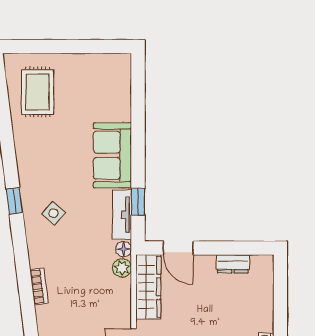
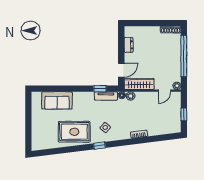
rug: (38, 92) -> (74, 132), moved, width x1.36, depth x1.43
sofa: (112, 155) -> (57, 100), moved

